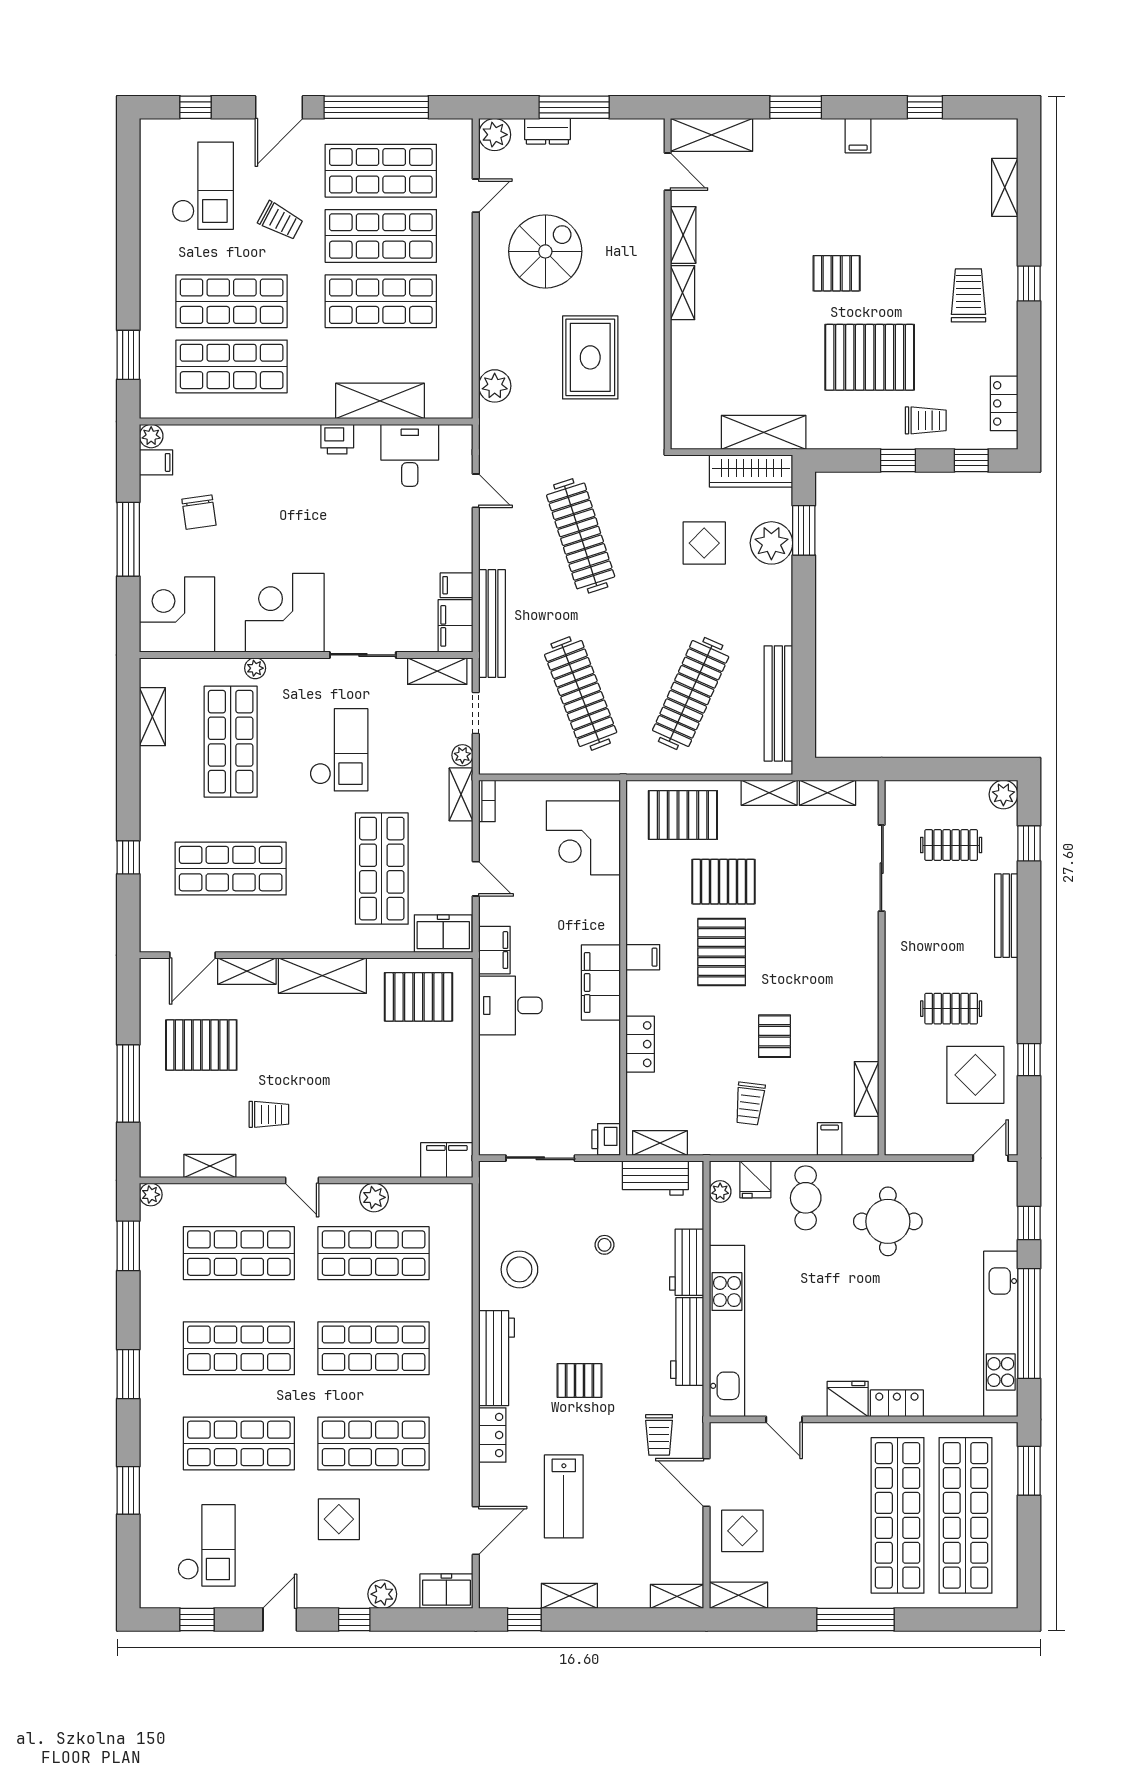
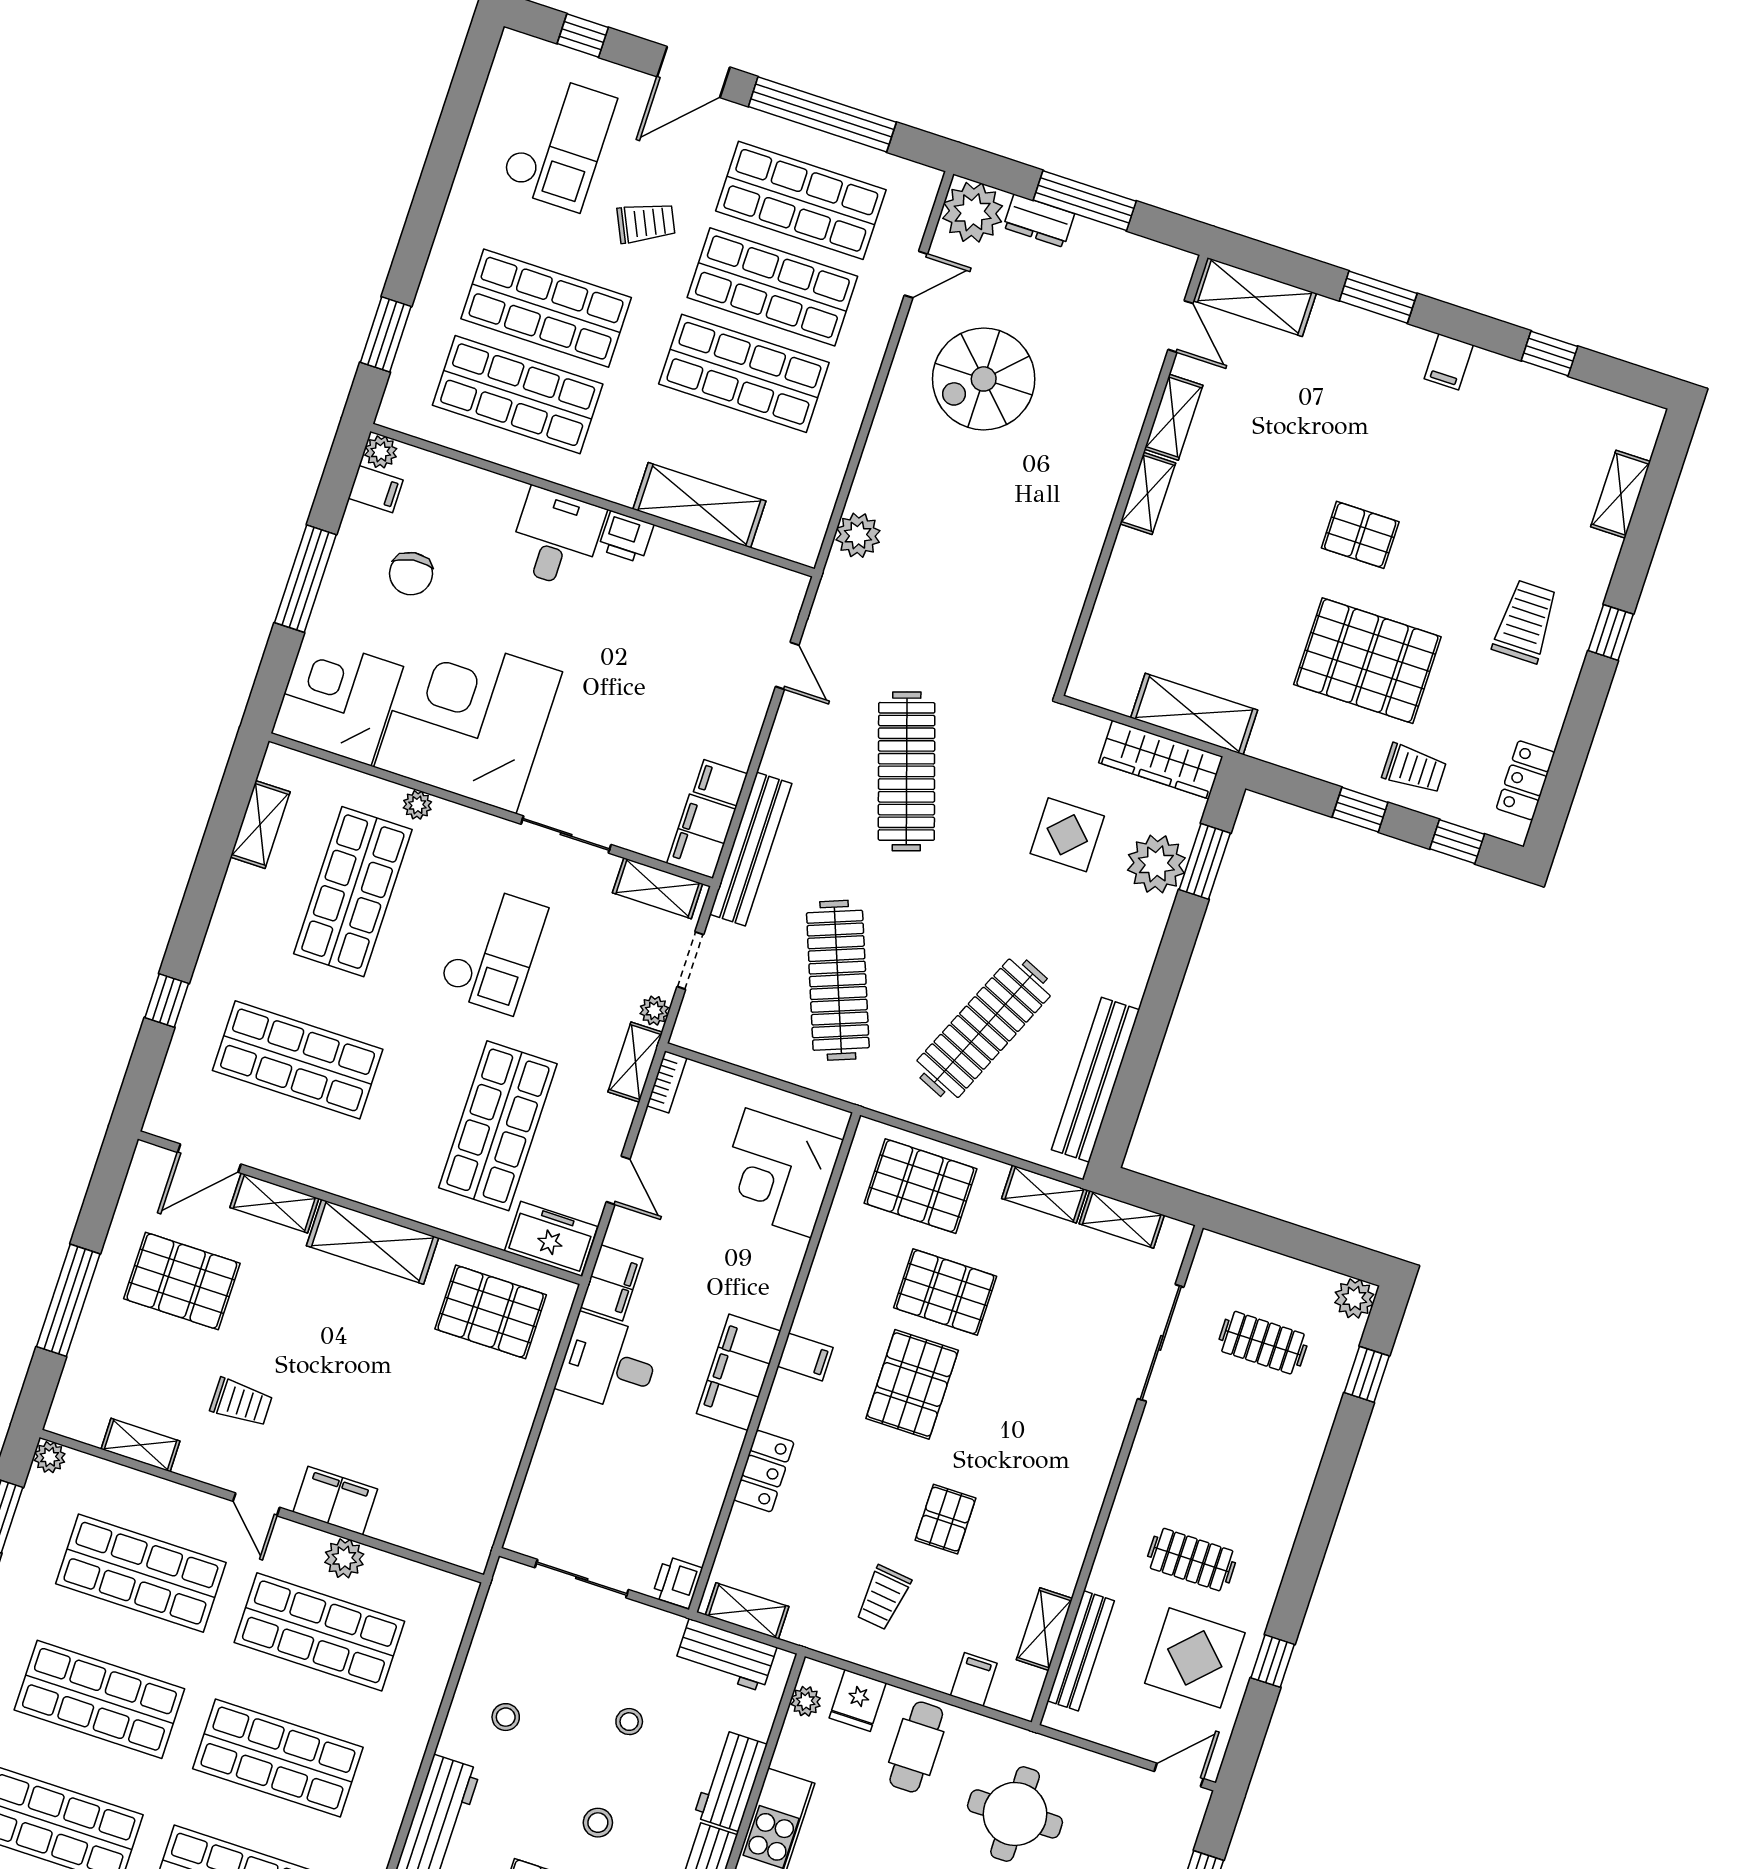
plant: (495, 135) -> (973, 212), width x1.36, depth x1.36
trolley: (280, 221) -> (646, 223), turned -53
spiral stairs: (545, 251) -> (984, 379), turned 180
rug: (590, 357) -> (997, 539), removed
desk: (410, 455) -> (556, 538), moved
corner desk: (285, 613) -> (468, 719), width x1.36, depth x1.36
bench: (1006, 916) -> (1081, 1651), moved
filing cabinet: (447, 1160) -> (335, 1501), moved
stool: (519, 1269) -> (506, 1717), width x0.53, depth x0.53
stool: (606, 1321) -> (598, 1823), added

